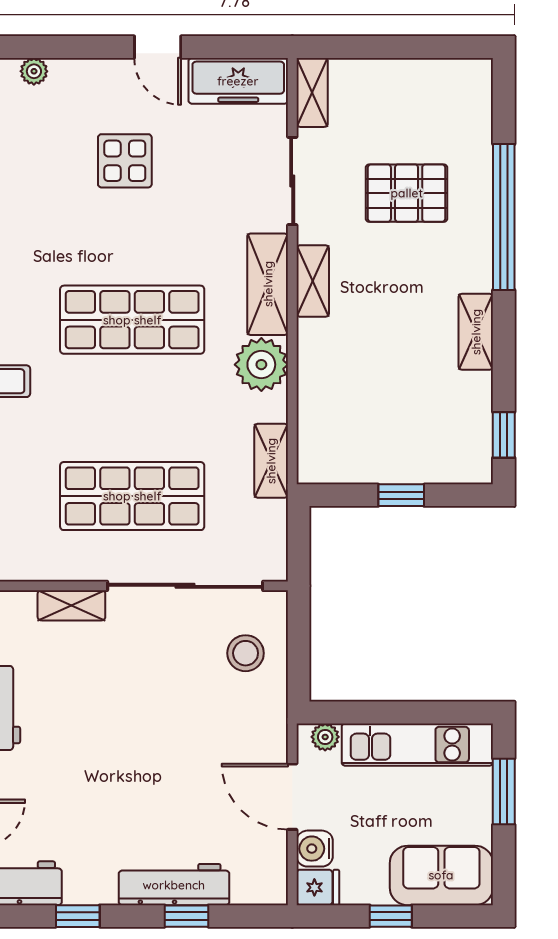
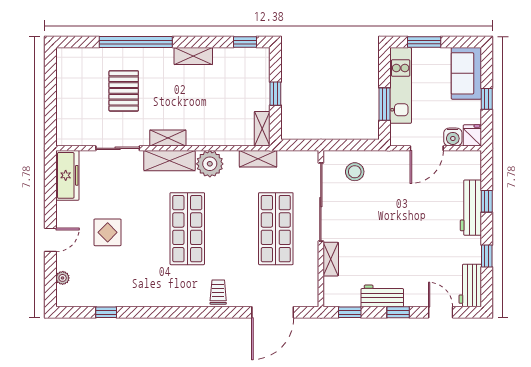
door: (158, 47) -> (50, 240), moved
shelving: (312, 92) -> (262, 129), moved, turned 90
window: (380, 712) -> (384, 104), added
plant: (325, 737) -> (397, 132), removed

